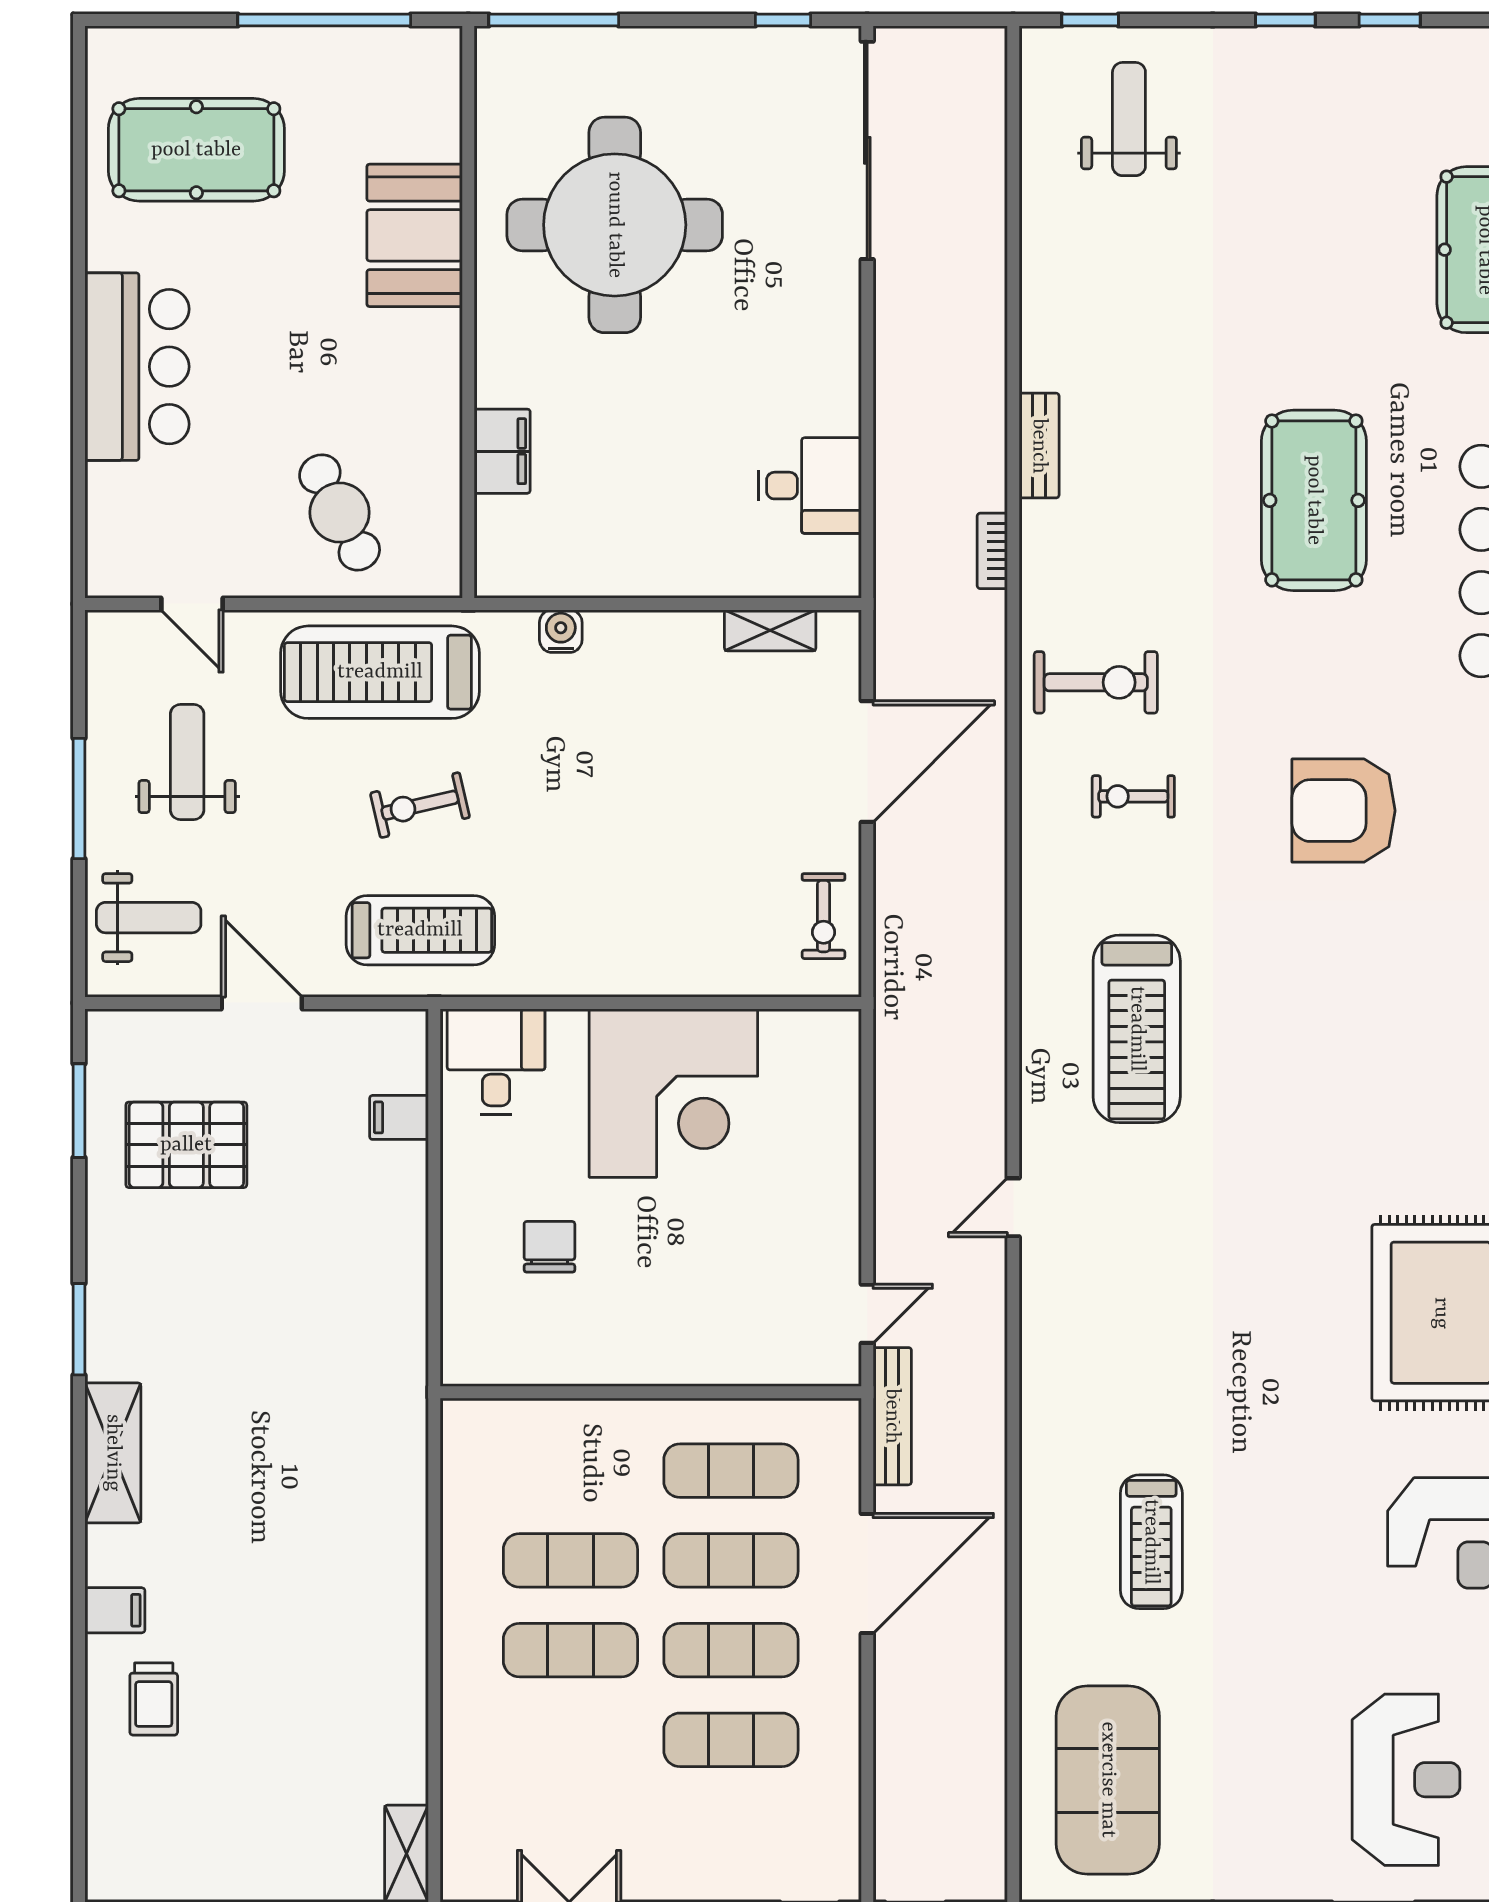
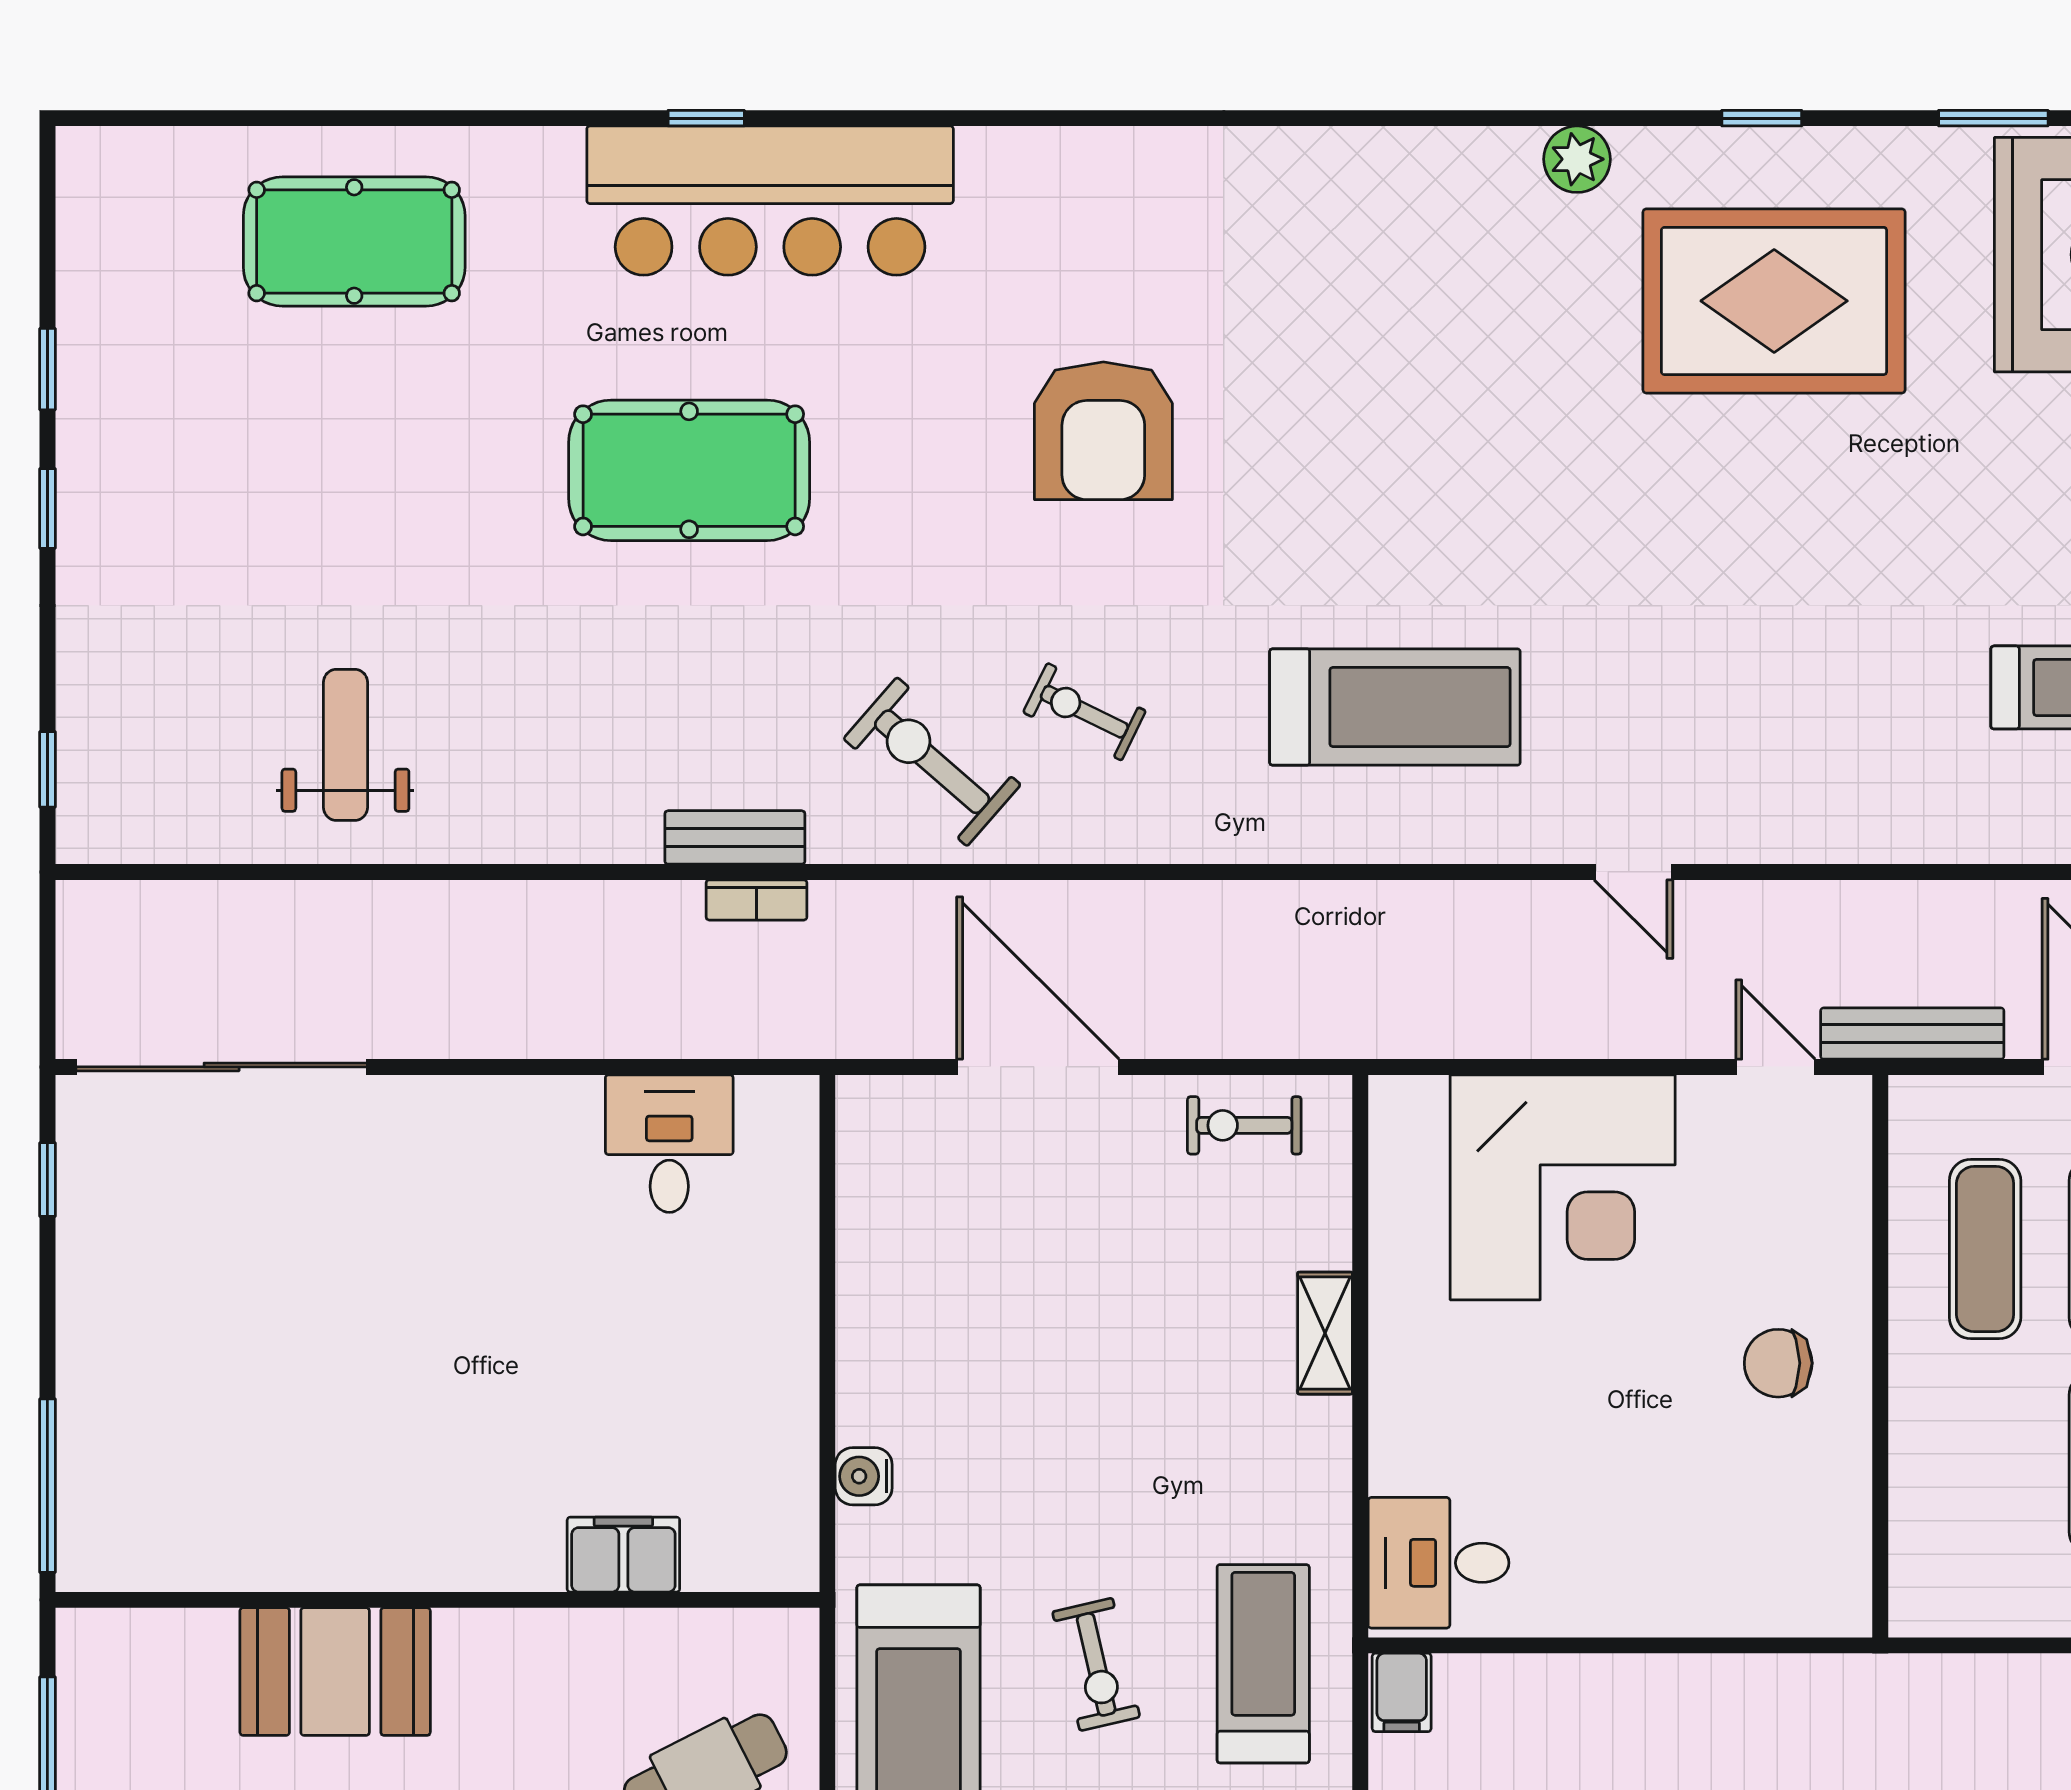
weight bench: (1129, 119) -> (345, 745), moved, turned 90
round table: (615, 225) -> (321, 1404), removed
bench: (1039, 446) -> (735, 837), moved
shelving: (770, 630) -> (1325, 1333), moved
exercise bike: (1096, 682) -> (932, 762), turned -49
exercise bike: (1133, 796) -> (1084, 712), turned 116
exercise bike: (824, 916) -> (1244, 1125), turned 180
corner desk: (673, 1093) -> (1563, 1187), moved, turned 90
filing cabinet: (399, 1117) -> (1402, 1692), moved
chair: (549, 1247) -> (1778, 1363), moved

